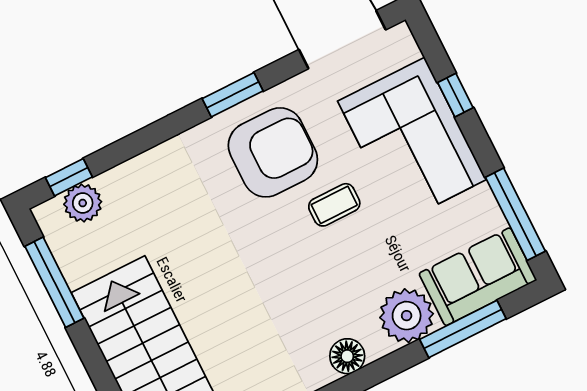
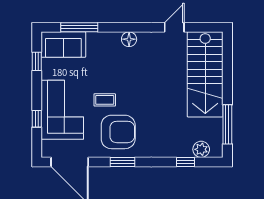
armchair: (273, 152) -> (118, 132), turned 180
window: (69, 177) -> (186, 162), moved
window: (515, 214) -> (37, 61), width x0.46
plant: (407, 316) -> (98, 43), removed

